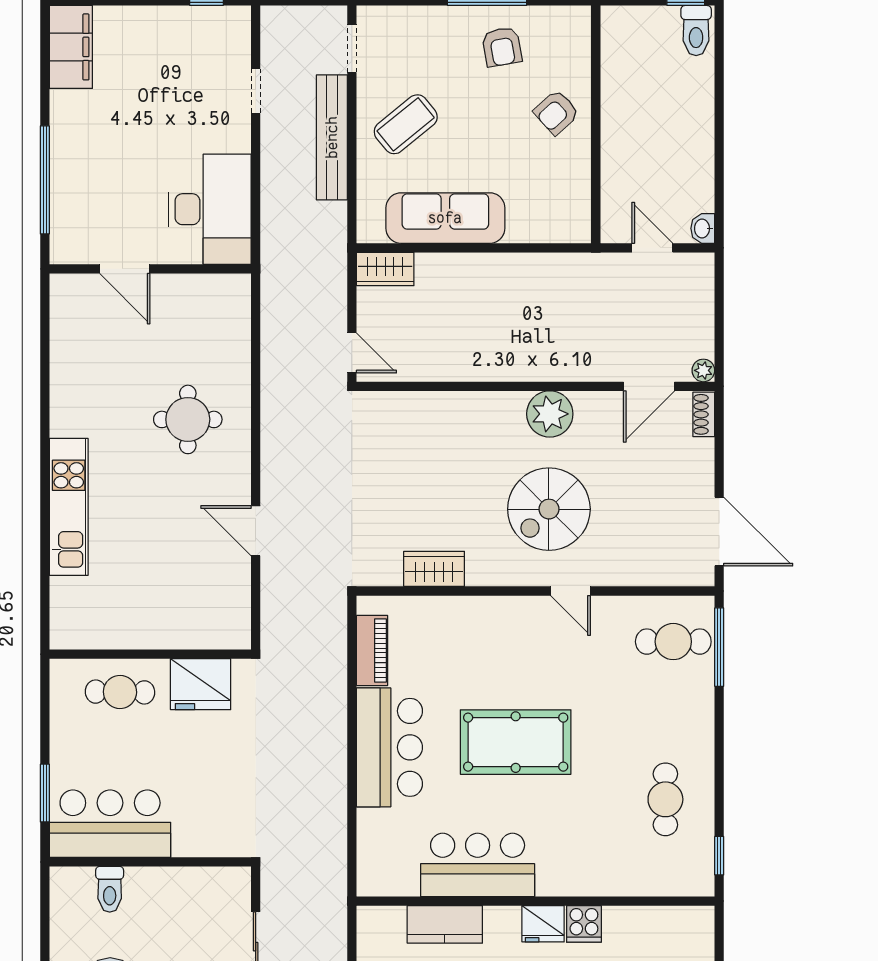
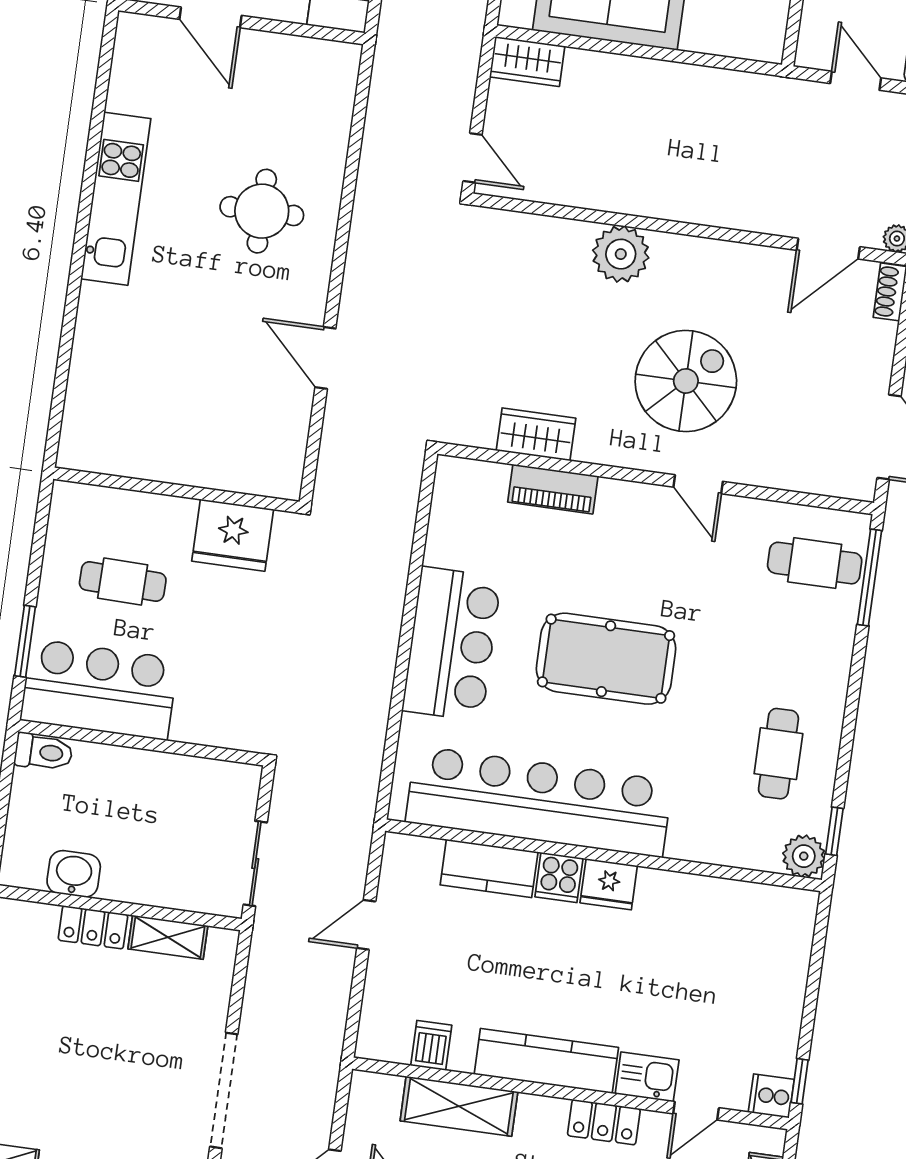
plant: (550, 414) -> (621, 254), moved
kitchen unit: (69, 507) -> (116, 199), moved
spiral stairs: (549, 509) -> (686, 381), turned 180
piano: (372, 650) -> (553, 489), moved, turned 90
cafe table: (120, 692) -> (123, 581), moved
bar counter: (478, 865) -> (539, 802), width x1.86
plant: (697, 879) -> (804, 856), added
toilet: (110, 889) -> (43, 752), moved, turned -90
cooker: (584, 924) -> (559, 878), moved

